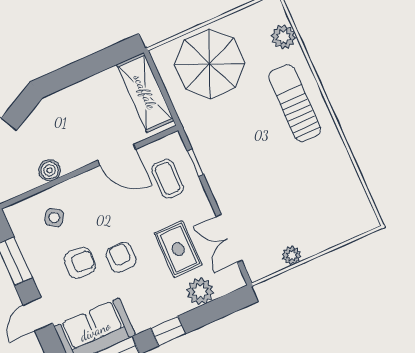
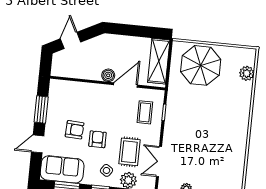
sun lounger: (295, 103) -> (233, 111), removed
door: (117, 155) -> (126, 85), swing flipped
boiler: (50, 170) -> (108, 75), moved
side table: (54, 218) -> (106, 170), moved

